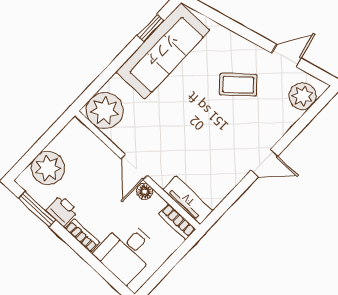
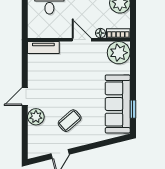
plant: (303, 96) -> (36, 117), moved
floor lamp: (145, 192) -> (100, 33), moved
bookcase: (177, 222) -> (118, 33), moved

